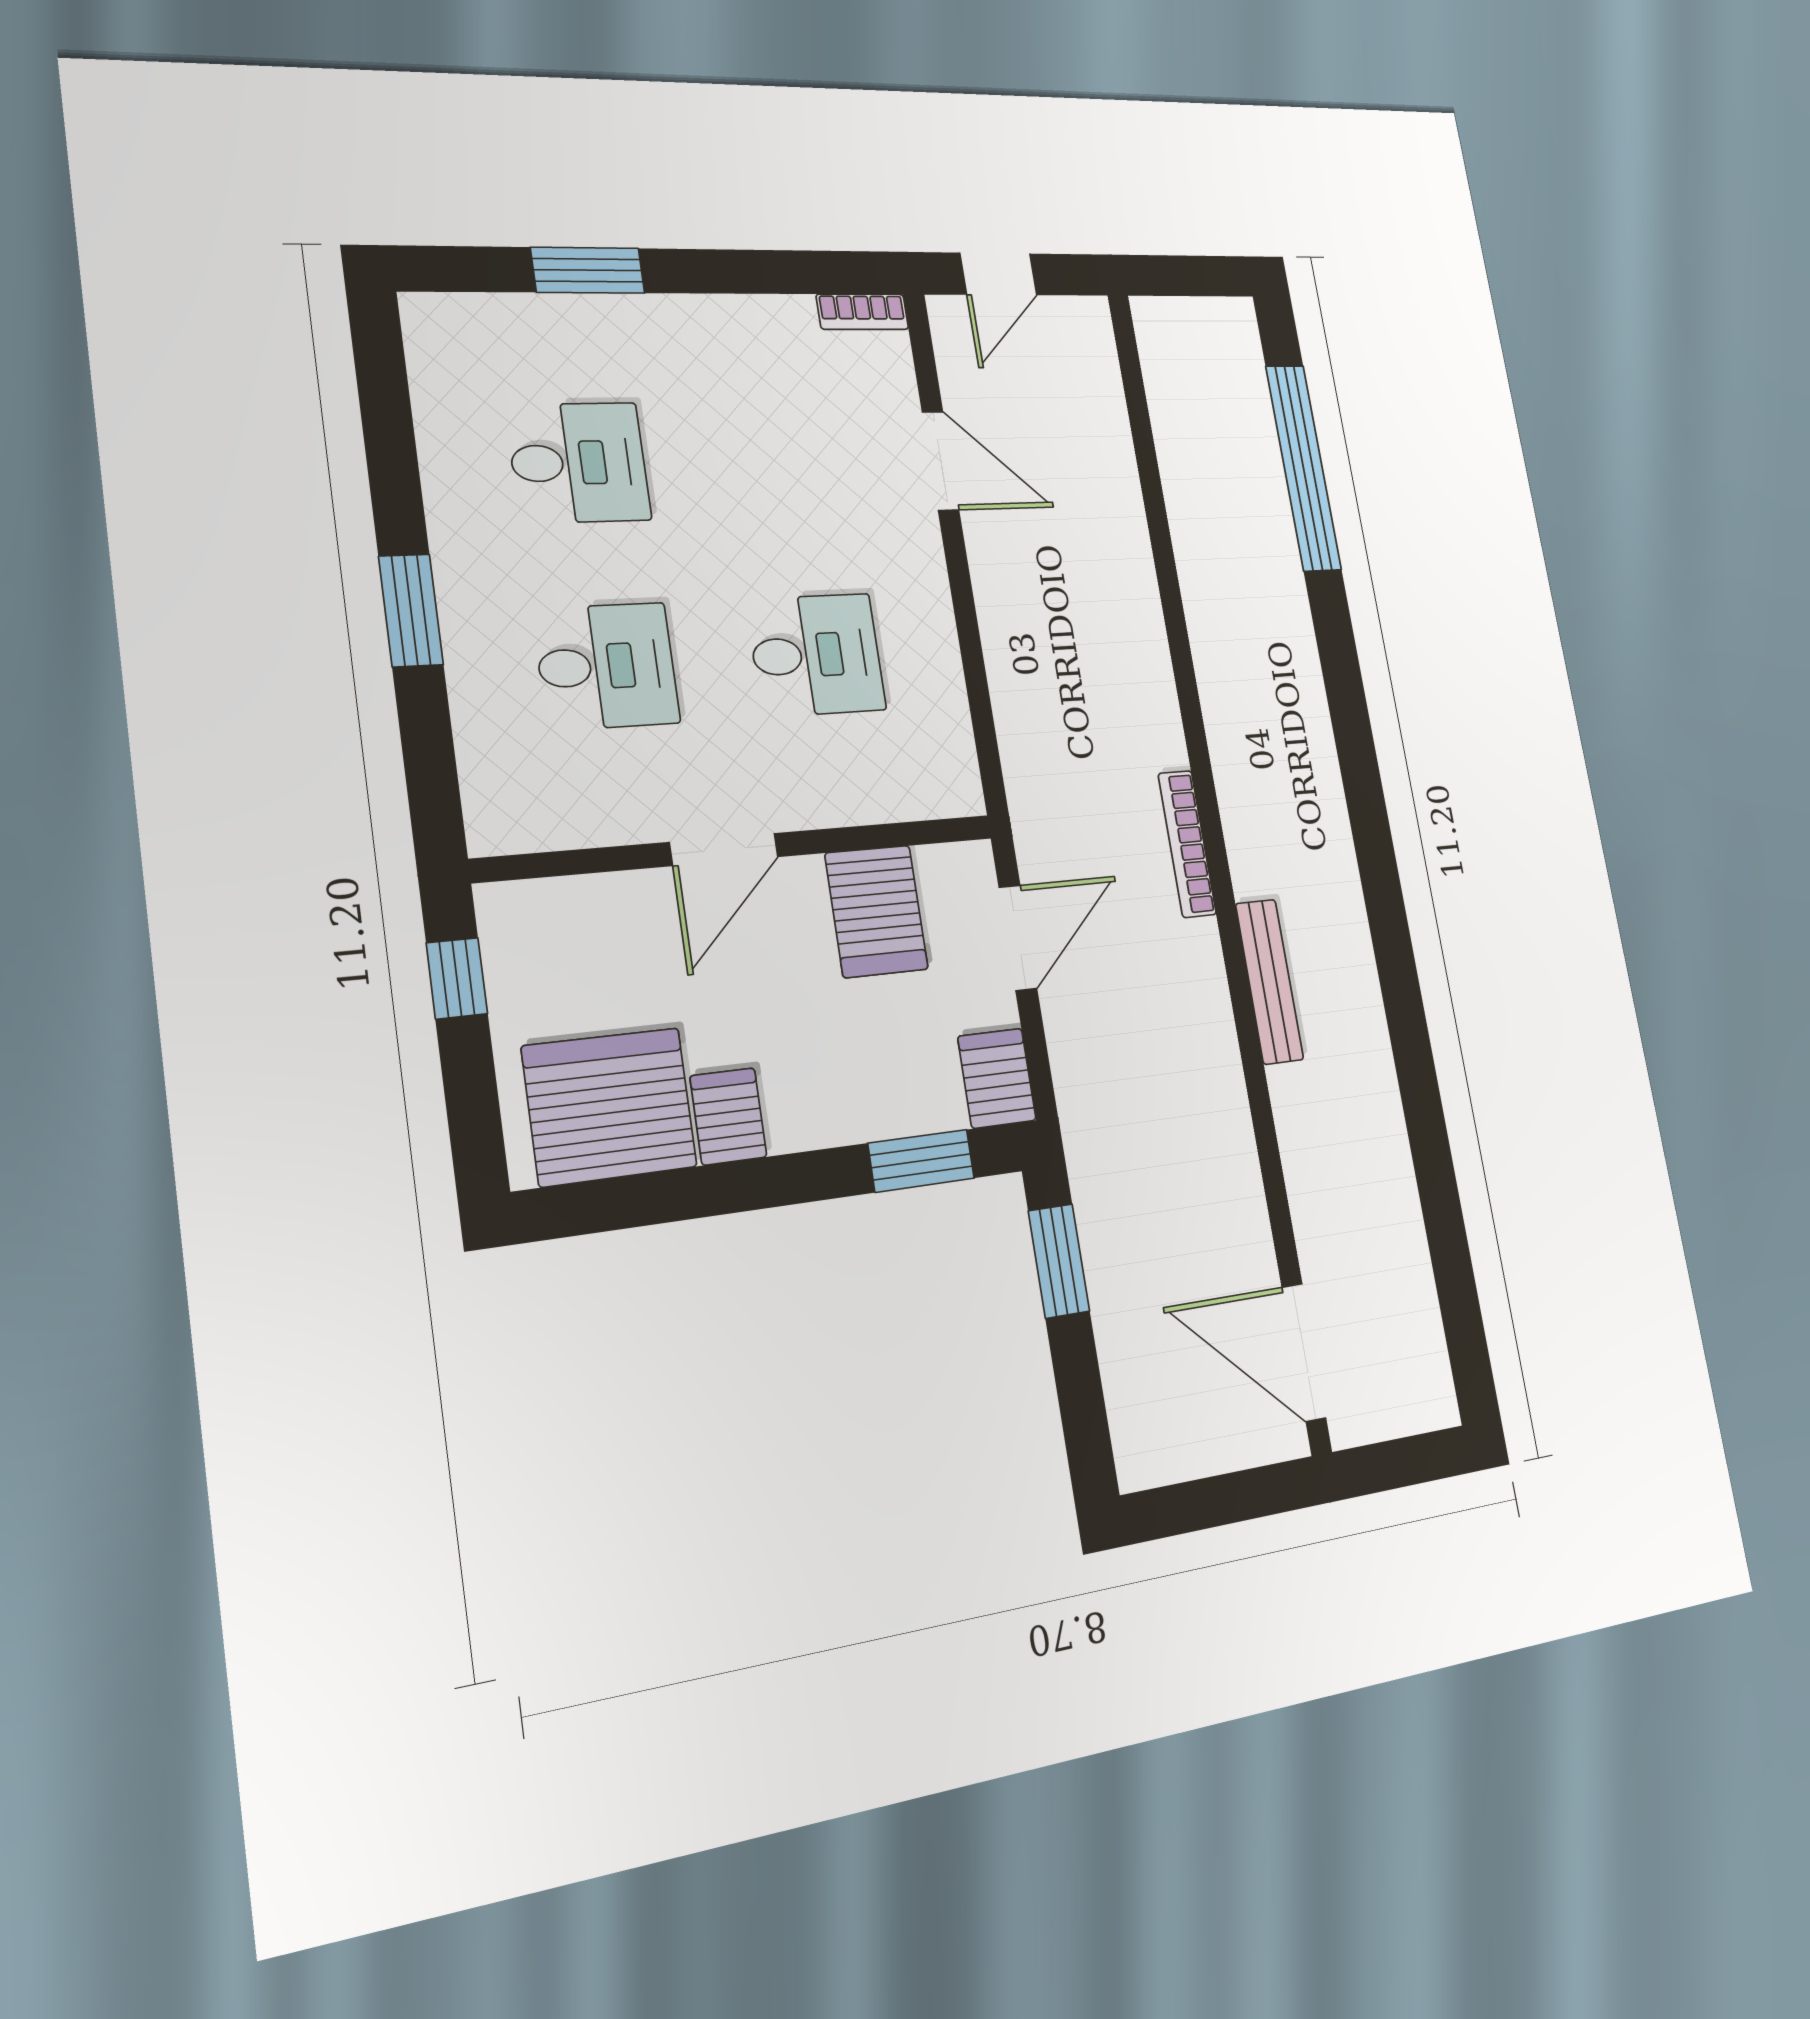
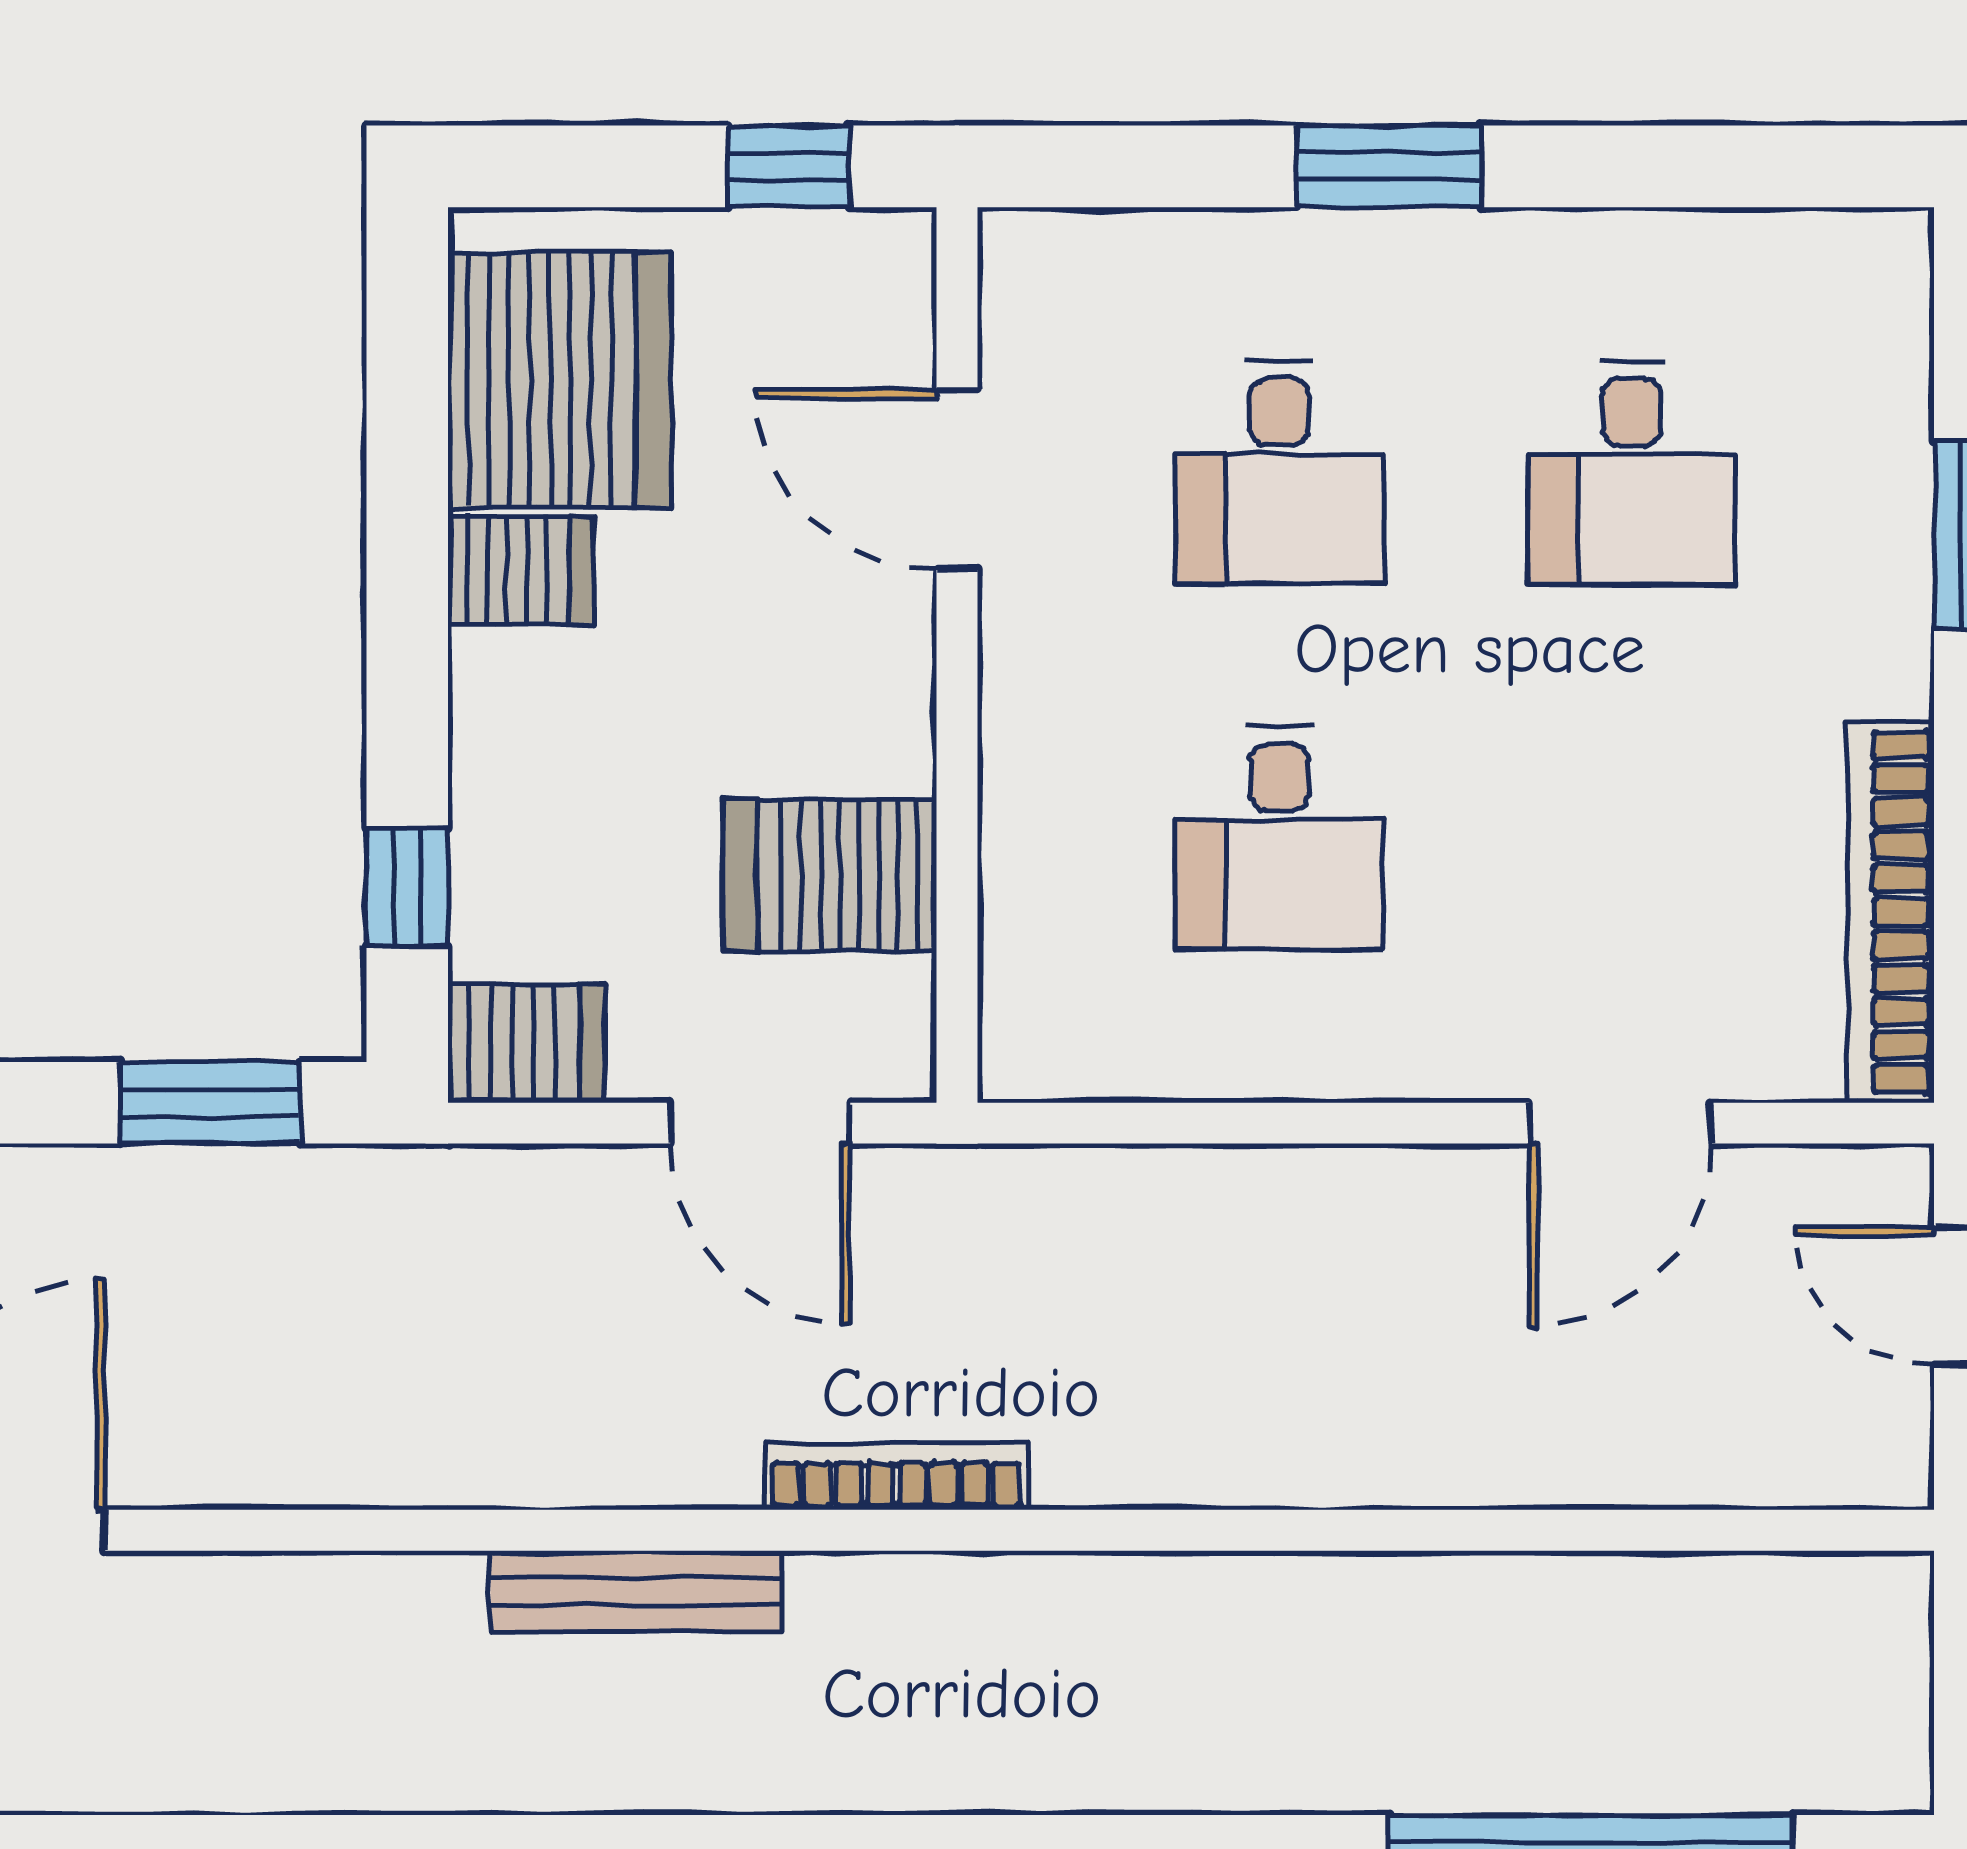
bookcase: (862, 312) -> (1891, 912), width x2.31, depth x1.31
door: (724, 850) -> (957, 480), moved
window: (921, 1161) -> (407, 887), width x0.67

